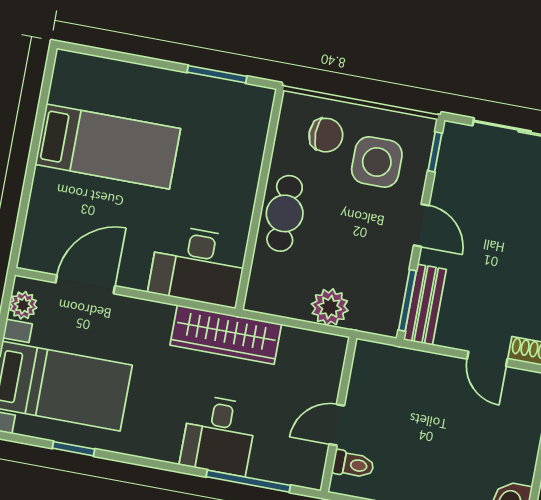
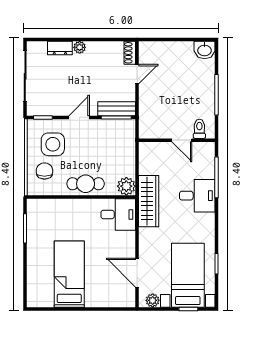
desk: (198, 266) -> (118, 215), width x0.73
plant: (330, 307) -> (126, 186), moved

